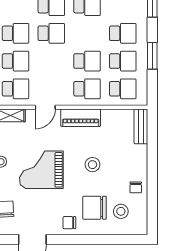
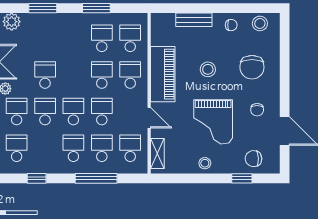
school desk: (123, 33) -> (102, 112), moved
piano: (81, 118) -> (163, 74), width x1.37, depth x1.33
bench: (141, 126) -> (194, 20), moved
stool: (121, 211) -> (260, 23), moved
chair: (69, 223) -> (257, 110), moved

